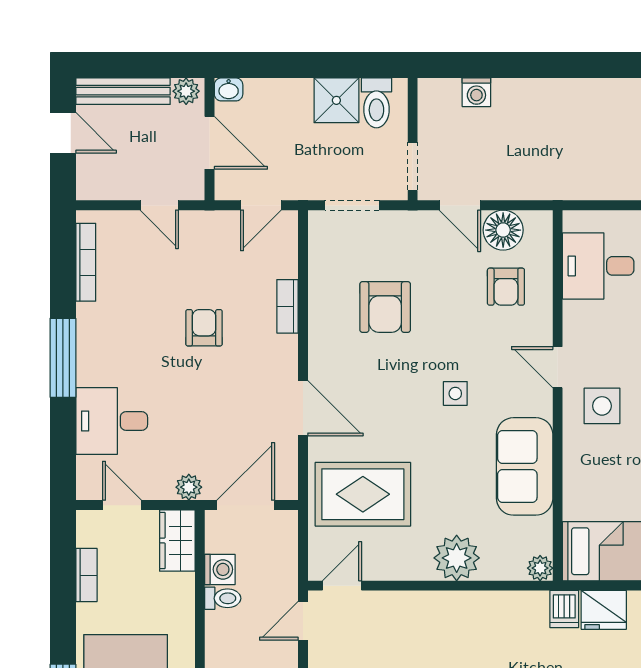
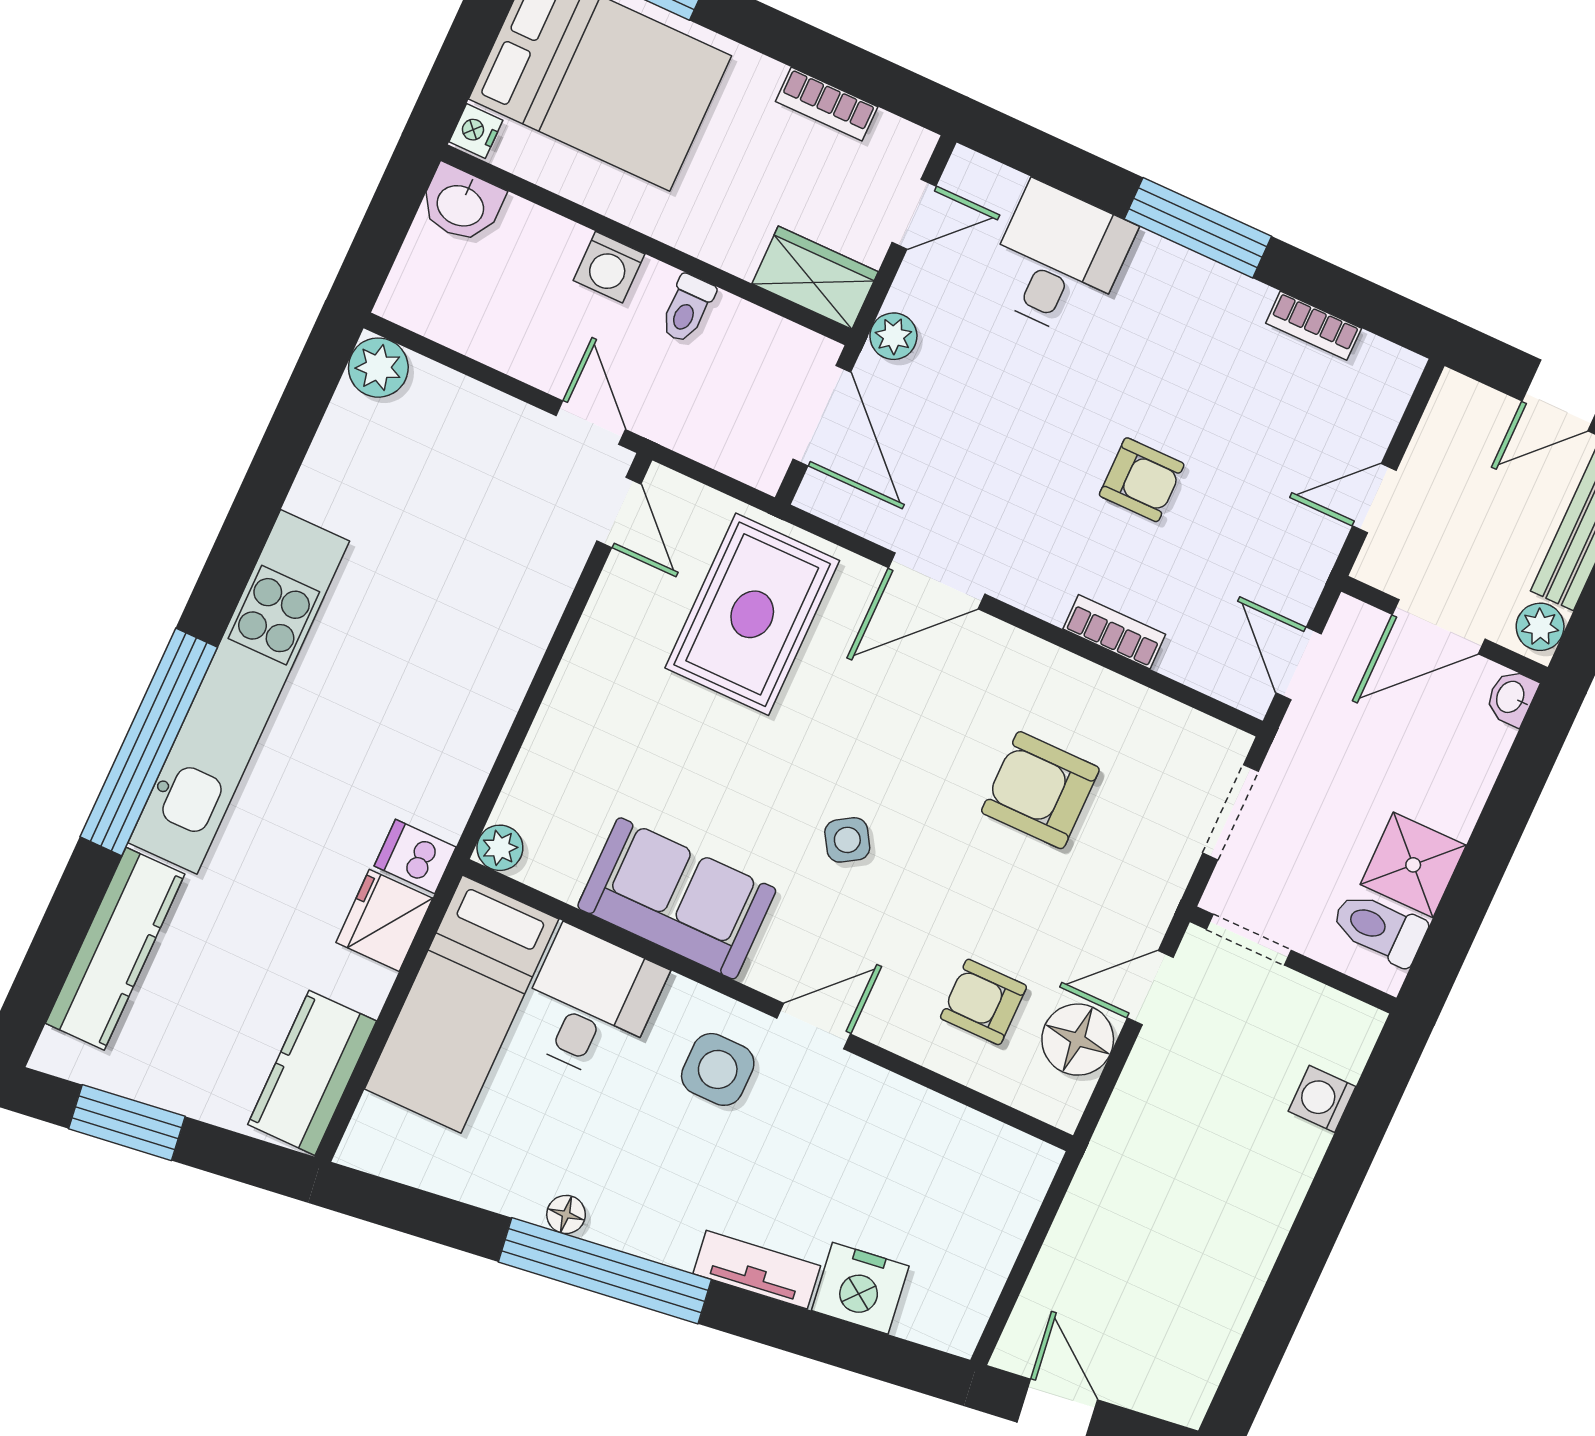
bookcase: (86, 262) -> (1314, 326), width x0.64
desk: (598, 266) -> (590, 1004), moved
side table: (455, 393) -> (847, 840), turned -32
plant: (457, 558) -> (579, 719), removed
washing machine: (220, 569) -> (609, 267), moved

